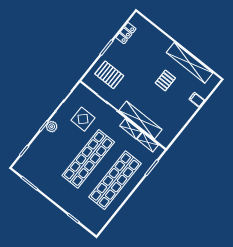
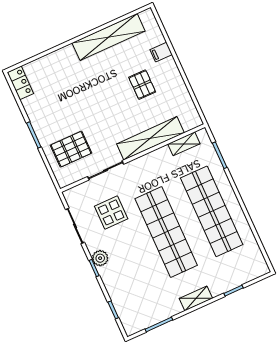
locker: (126, 33) -> (20, 83), moved
pallet: (165, 80) -> (142, 85), moved
shelving: (131, 129) -> (196, 298), moved

